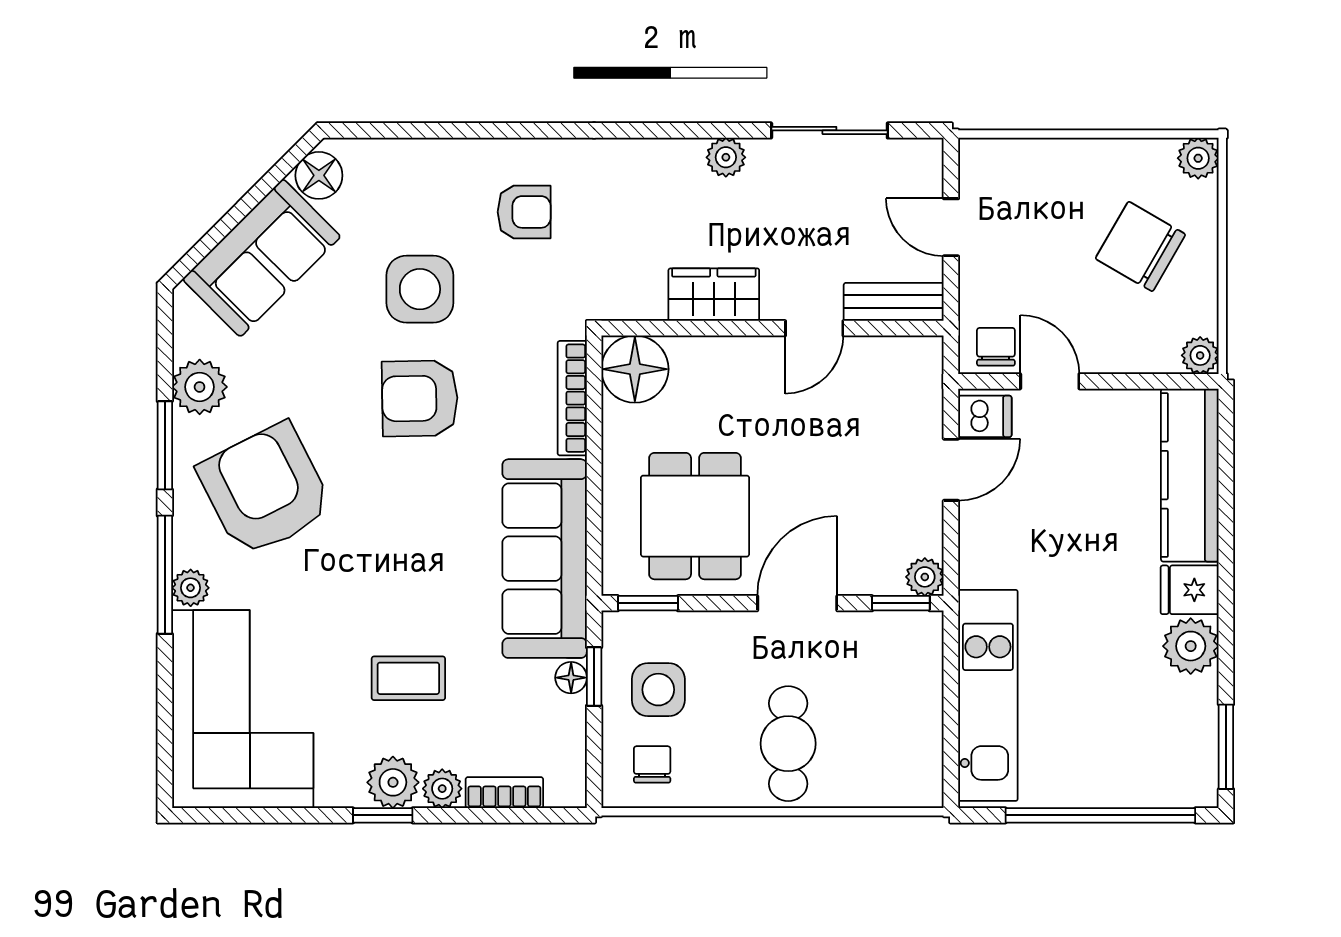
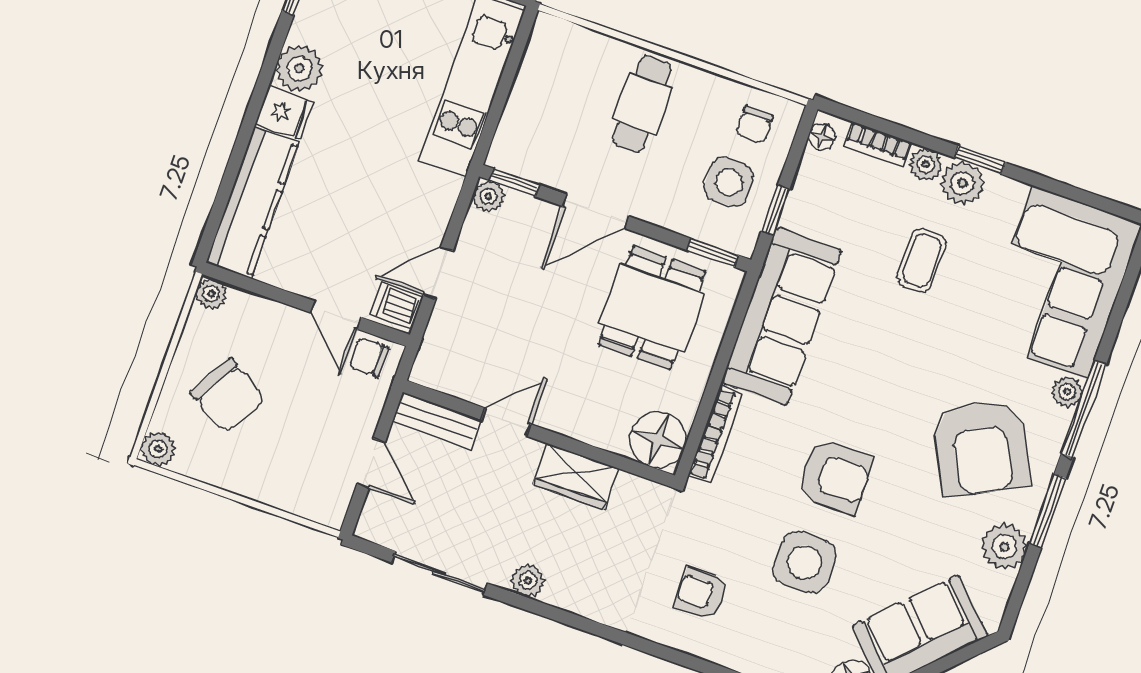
chair: (996, 347) -> (369, 357), turned 90
coffee table: (408, 678) -> (922, 260), turned 90
floor lamp: (571, 678) -> (822, 137), moved

